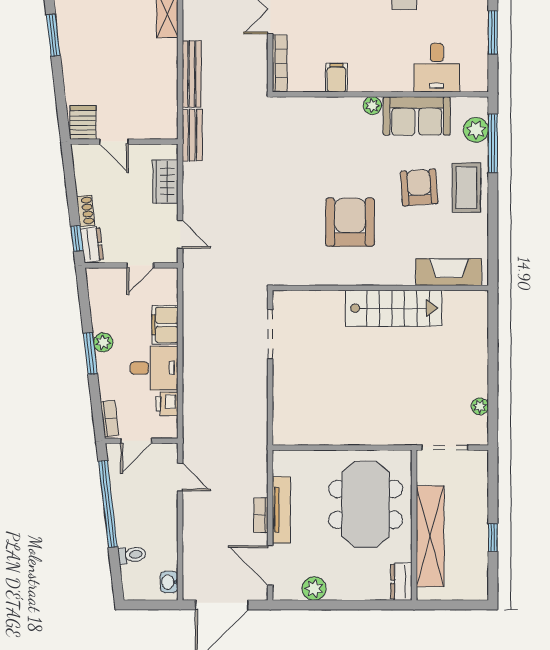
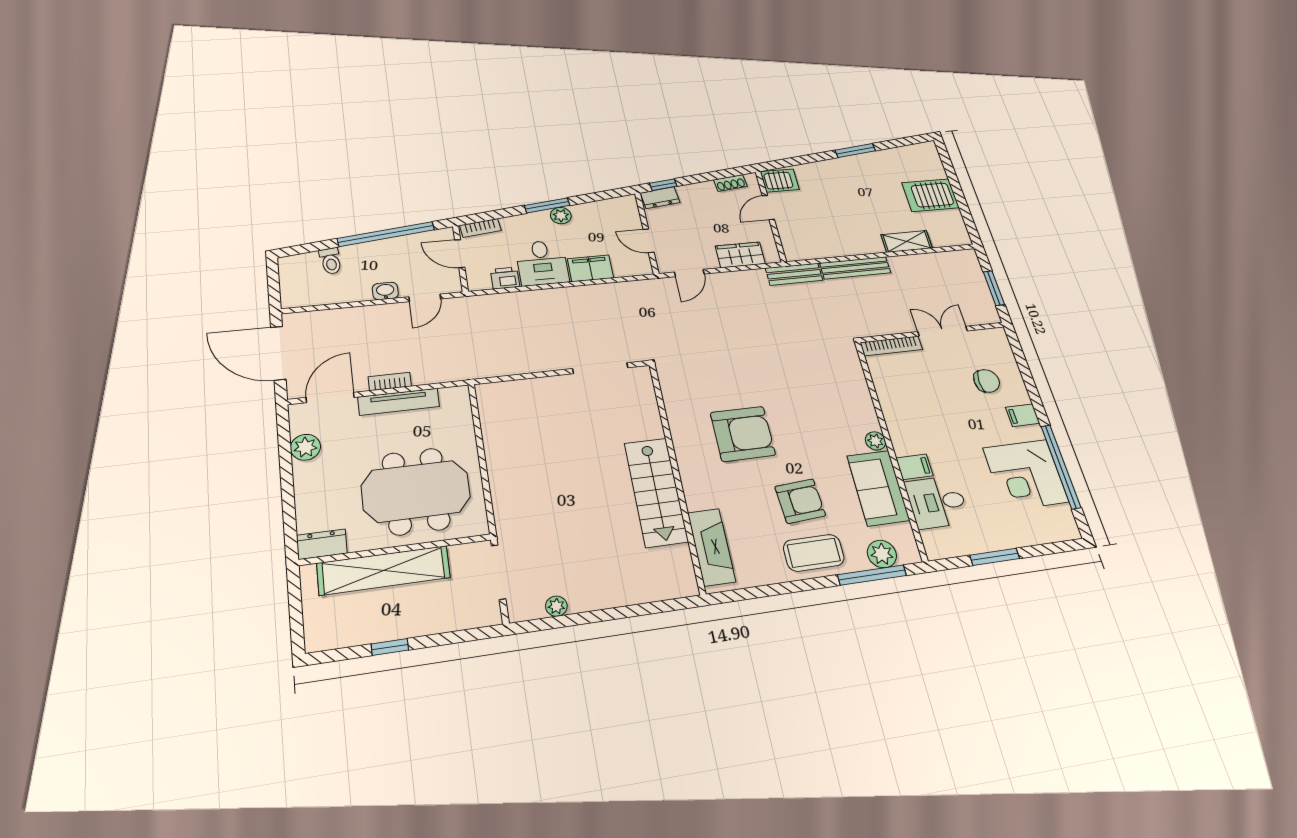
filing cabinet: (337, 78) -> (914, 467), moved
shoe rack: (86, 211) -> (730, 183), moved
washbasin: (169, 582) -> (385, 291), moved

